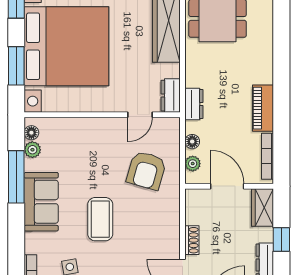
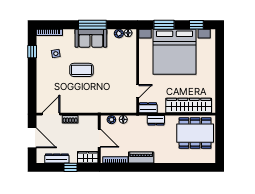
dresser: (194, 104) -> (156, 120), moved
door: (140, 115) -> (138, 91), swing flipped
armchair: (146, 170) -> (108, 95), removed
window: (16, 177) -> (92, 25), moved
door: (227, 186) -> (99, 138), hinge flipped

